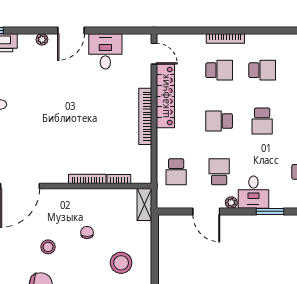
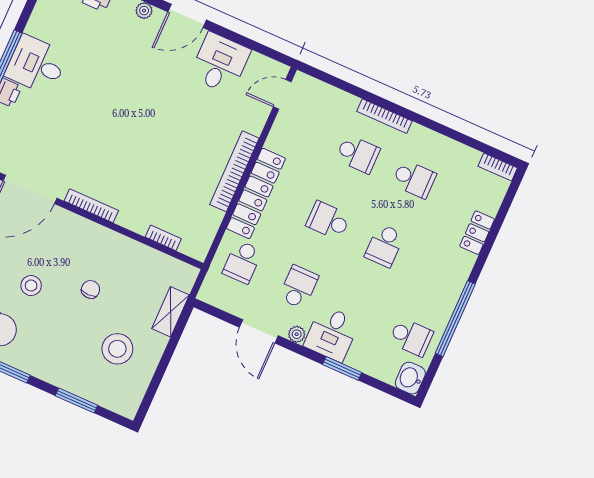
door: (154, 54) -> (282, 94), swing flipped
locker: (165, 96) -> (256, 193), moved
bookcase: (87, 179) -> (91, 206), moved
shelving: (144, 204) -> (171, 312), moved

